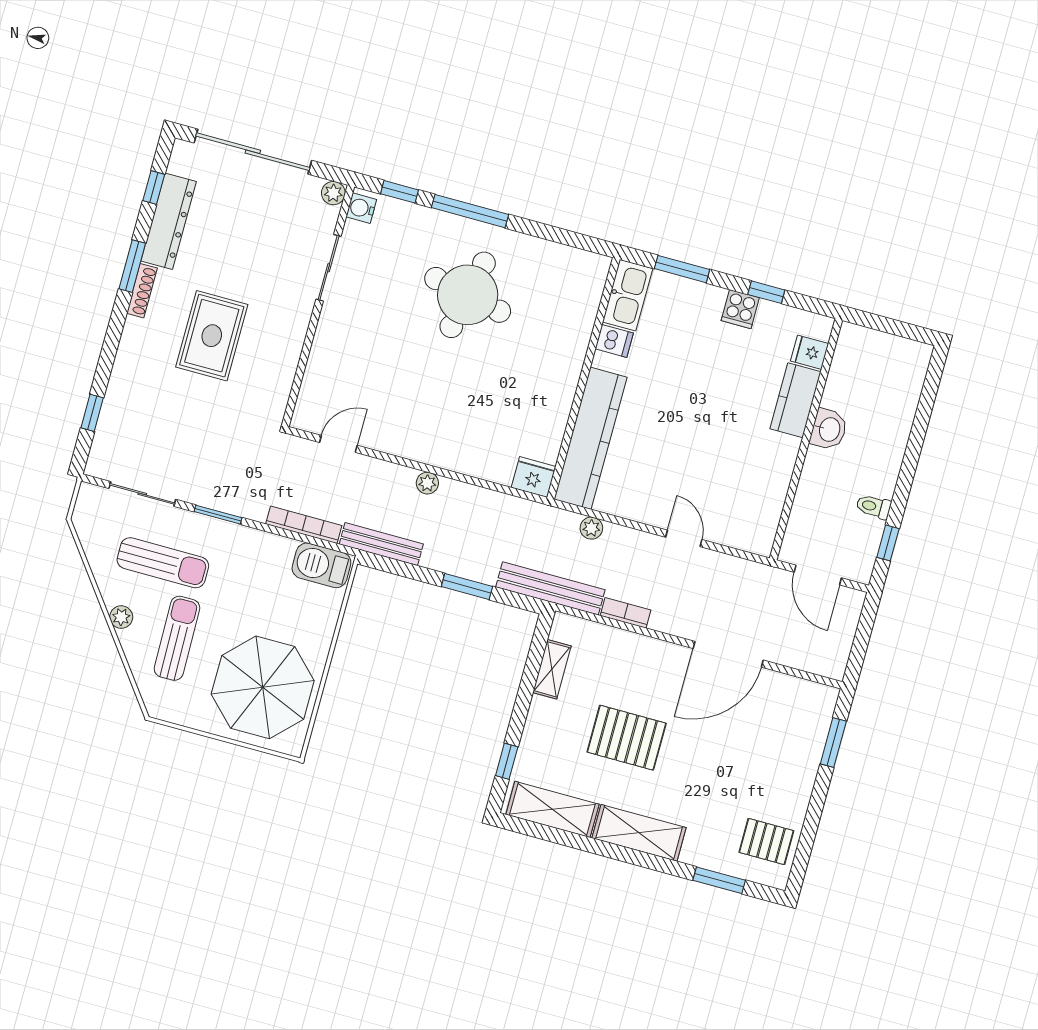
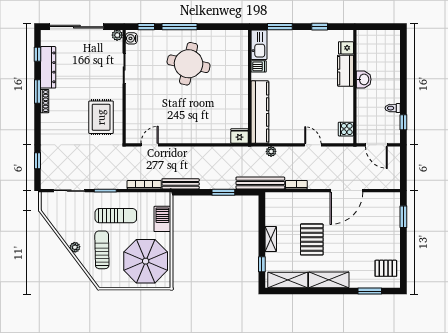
cooker: (740, 309) -> (346, 129), moved, turned 90
rug: (212, 336) -> (101, 117), moved
plant: (427, 483) -> (193, 151), removed
sun lounger: (163, 563) -> (116, 216), moved
barbecue: (321, 565) -> (162, 219), moved, turned 90
shelving: (552, 669) -> (271, 239), moved
pallet: (627, 738) -> (312, 239), turned 90

